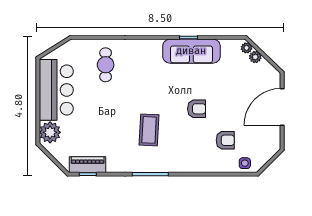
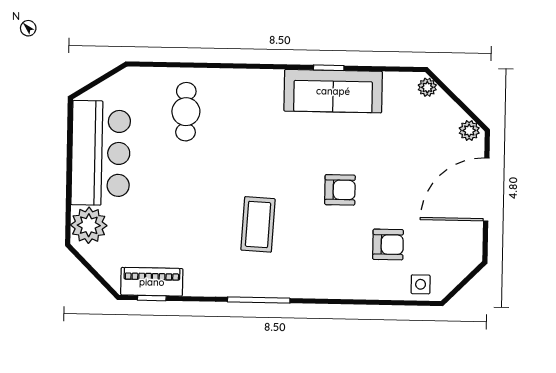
plant: (255, 57) -> (469, 130), moved

